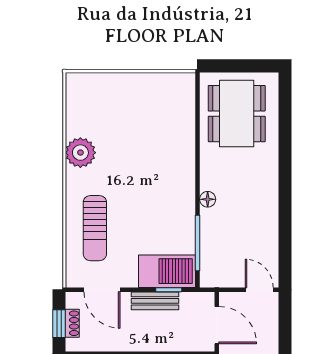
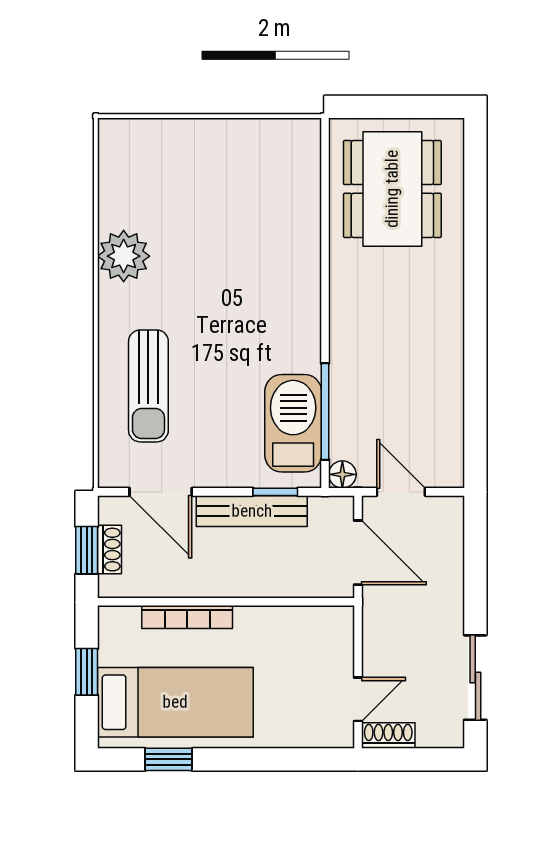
floor lamp: (208, 199) -> (342, 474), moved
barbecue: (167, 271) -> (293, 423), moved, turned -90
door: (259, 290) -> (401, 492), moved
bench: (155, 301) -> (252, 511), width x1.36

